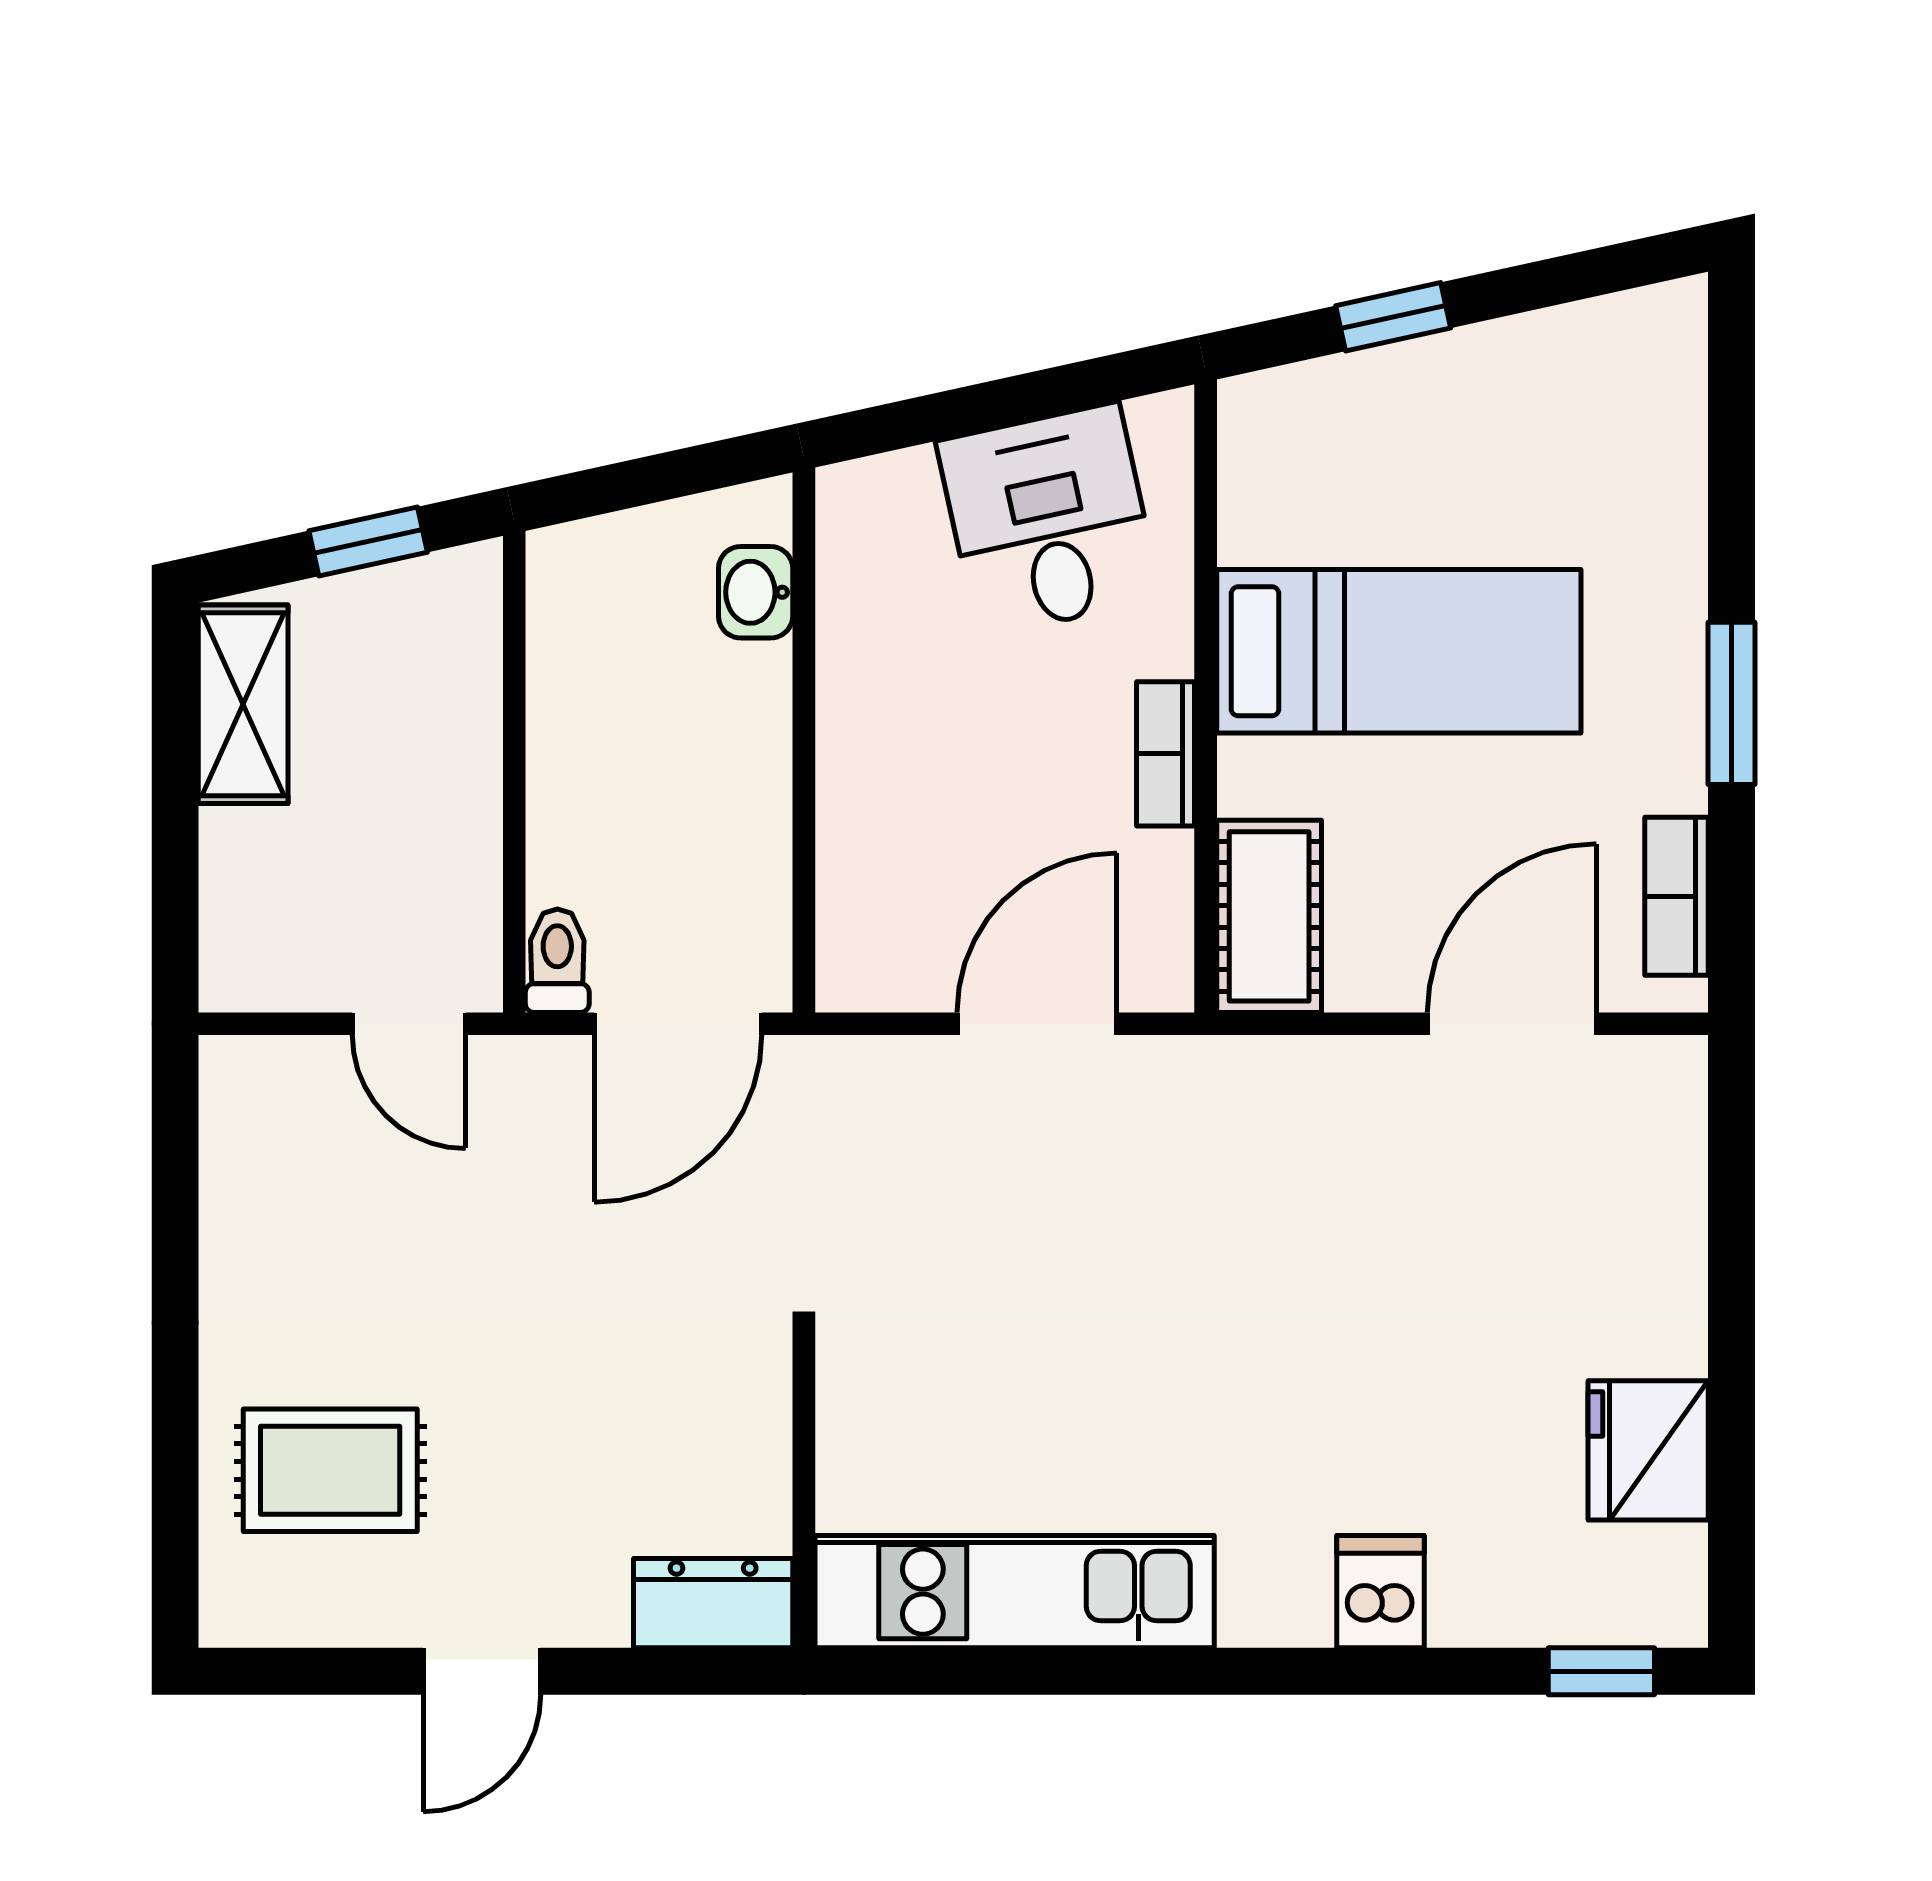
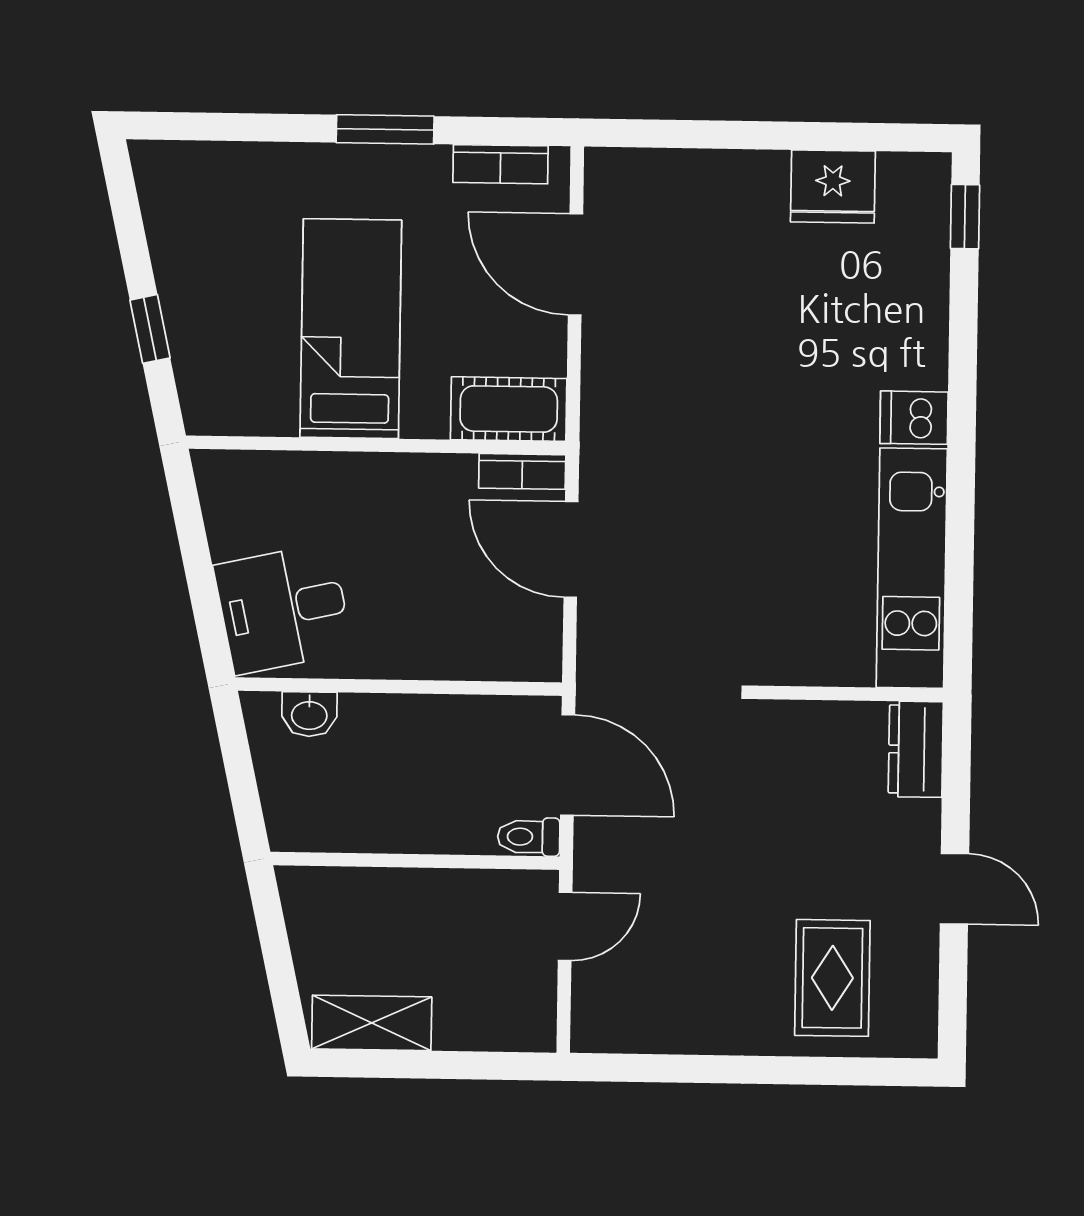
desk: (1049, 520) -> (283, 609), moved
window: (368, 542) -> (275, 946), removed
bookcase: (1165, 754) -> (522, 471), moved
dishwasher: (1381, 1592) -> (914, 418), moved

